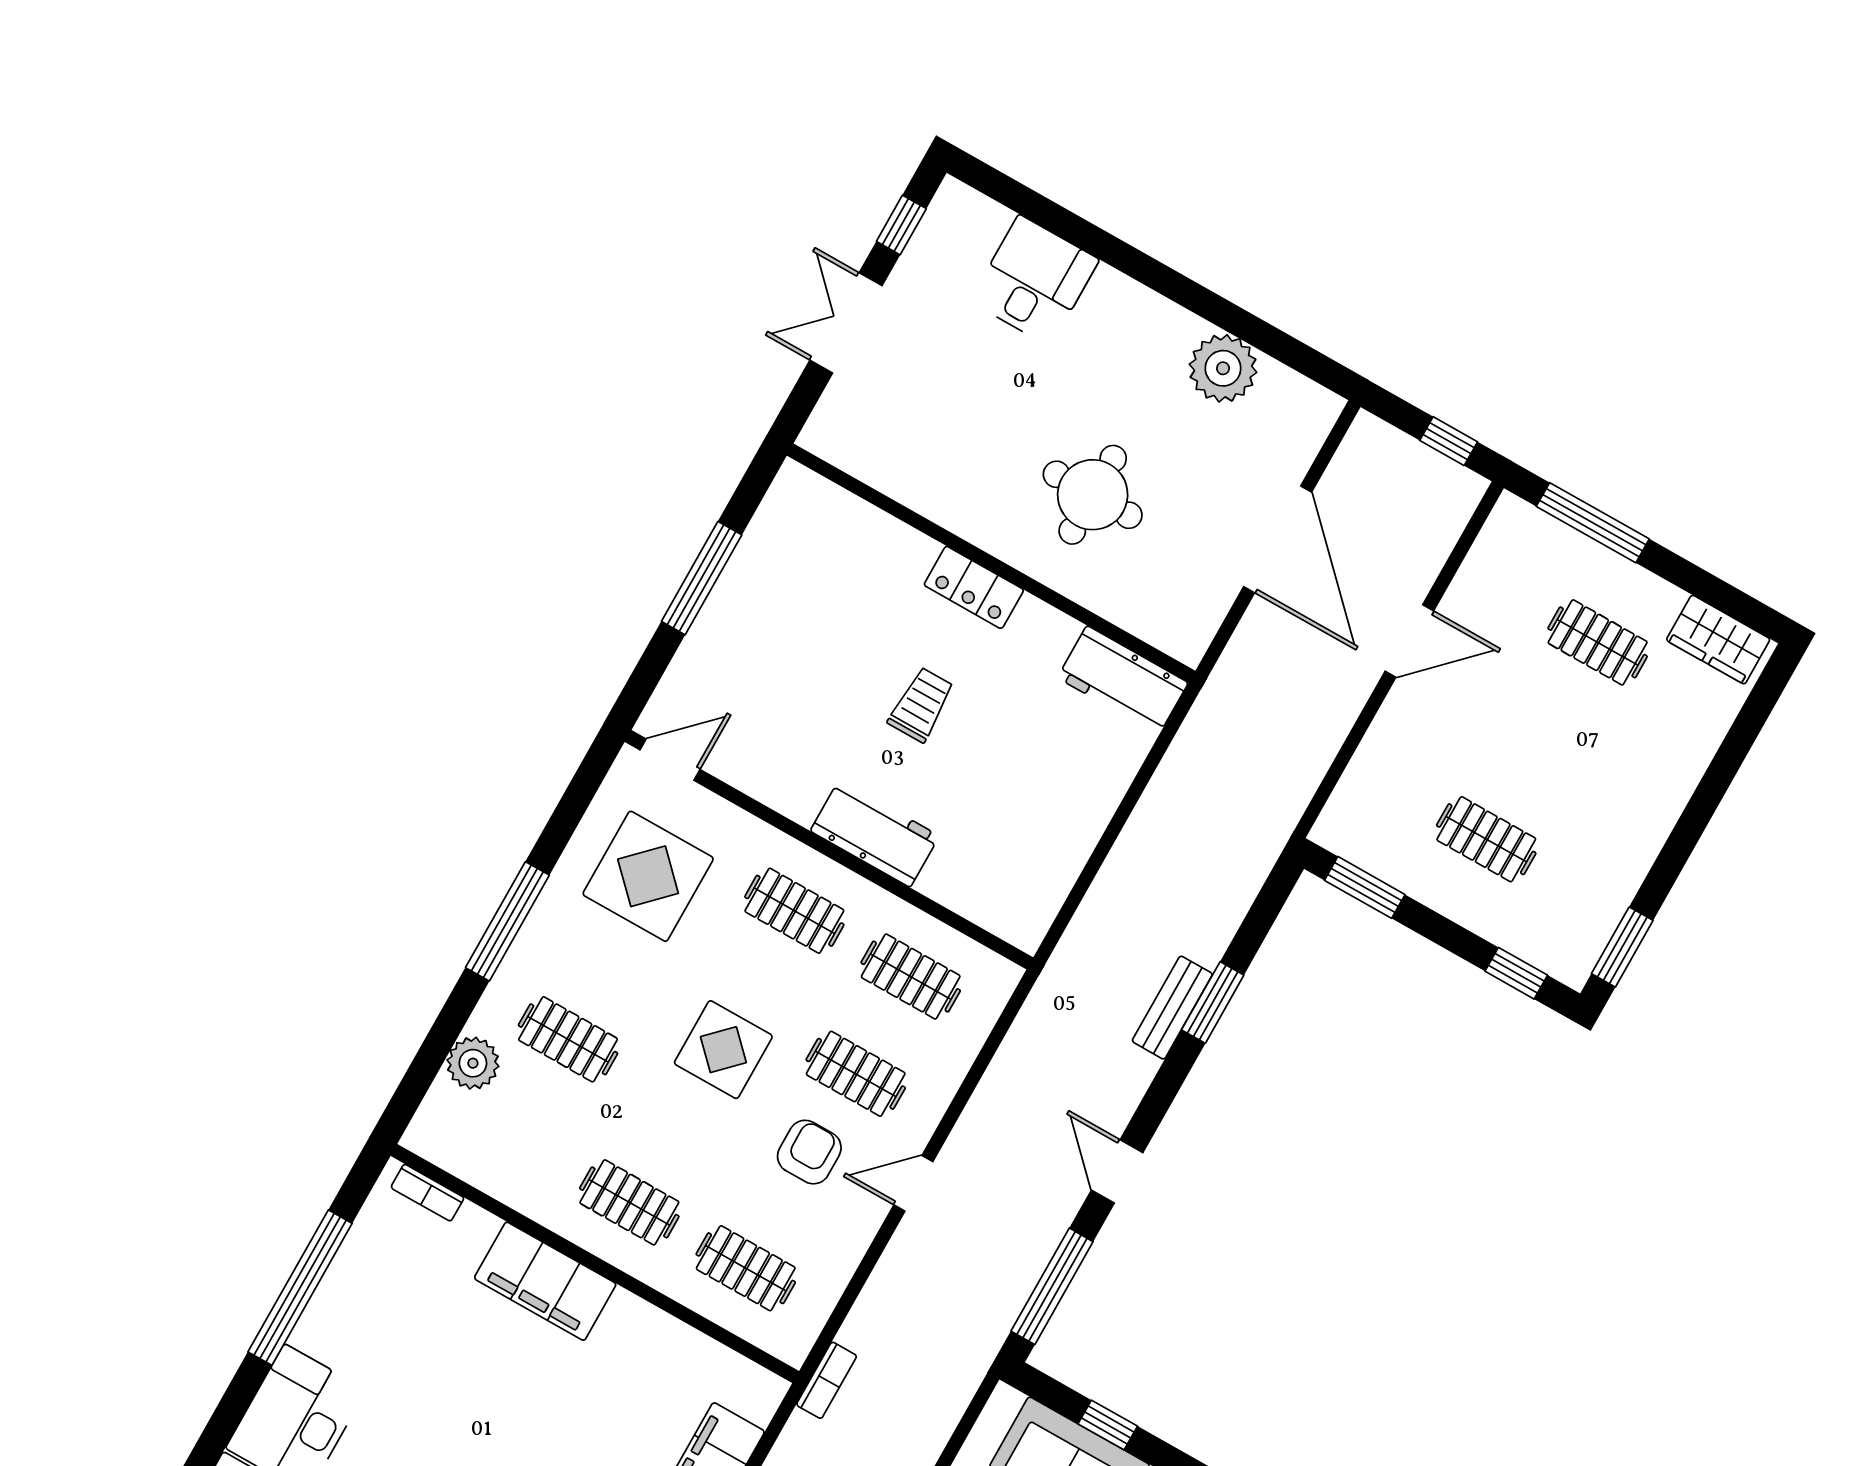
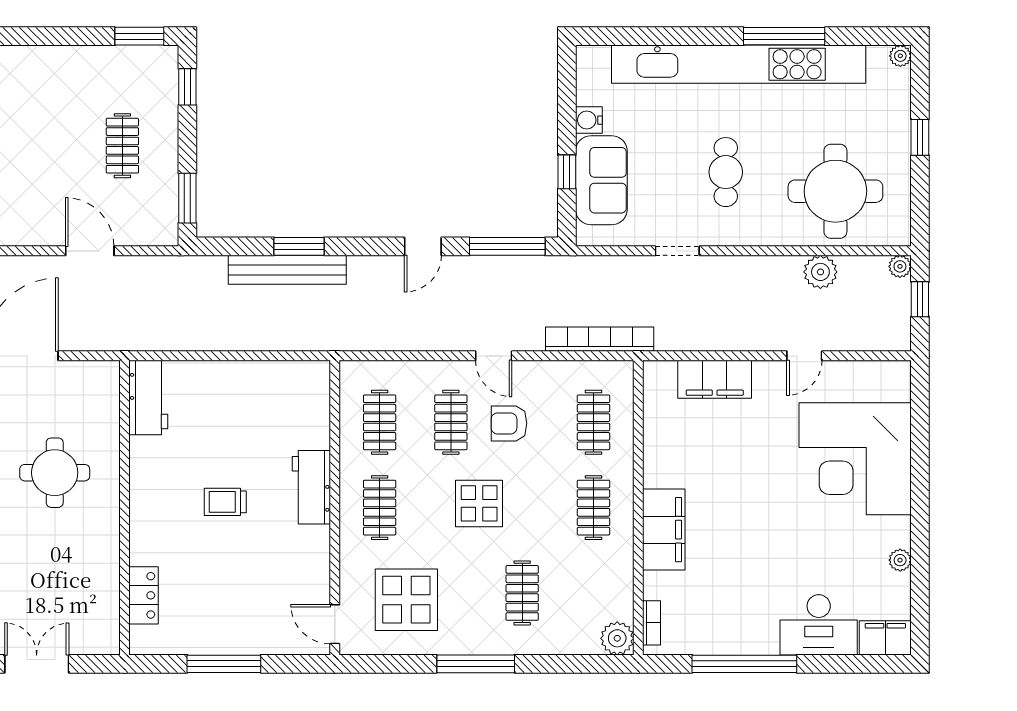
double door: (846, 323) -> (37, 664), swing flipped
locker: (974, 587) -> (144, 595), moved
door: (1409, 641) -> (90, 251), moved
bench: (1172, 1008) -> (287, 270), width x1.86, depth x1.21
plant: (473, 1063) -> (617, 638), moved
bookcase: (827, 1380) -> (600, 339), width x2.31, depth x1.31

